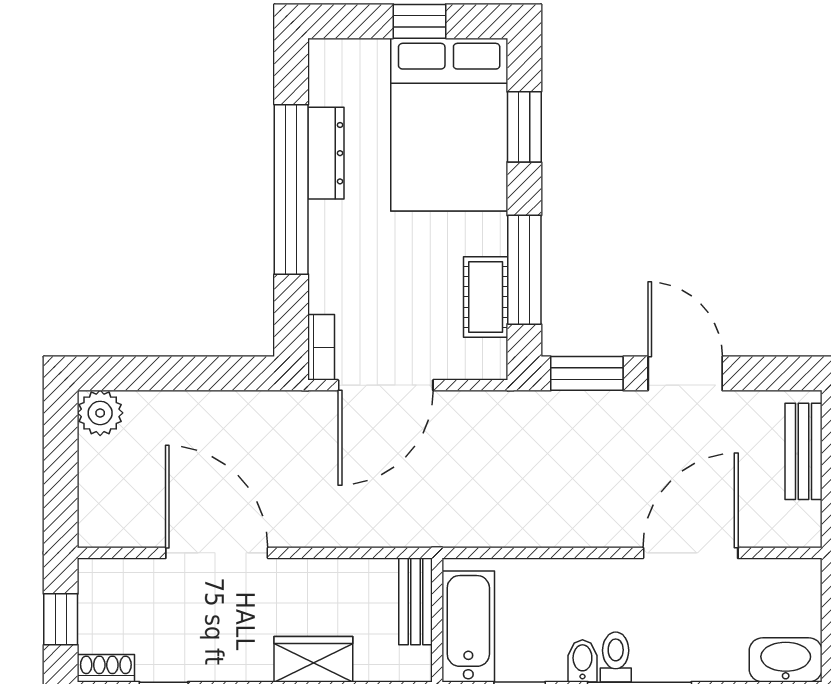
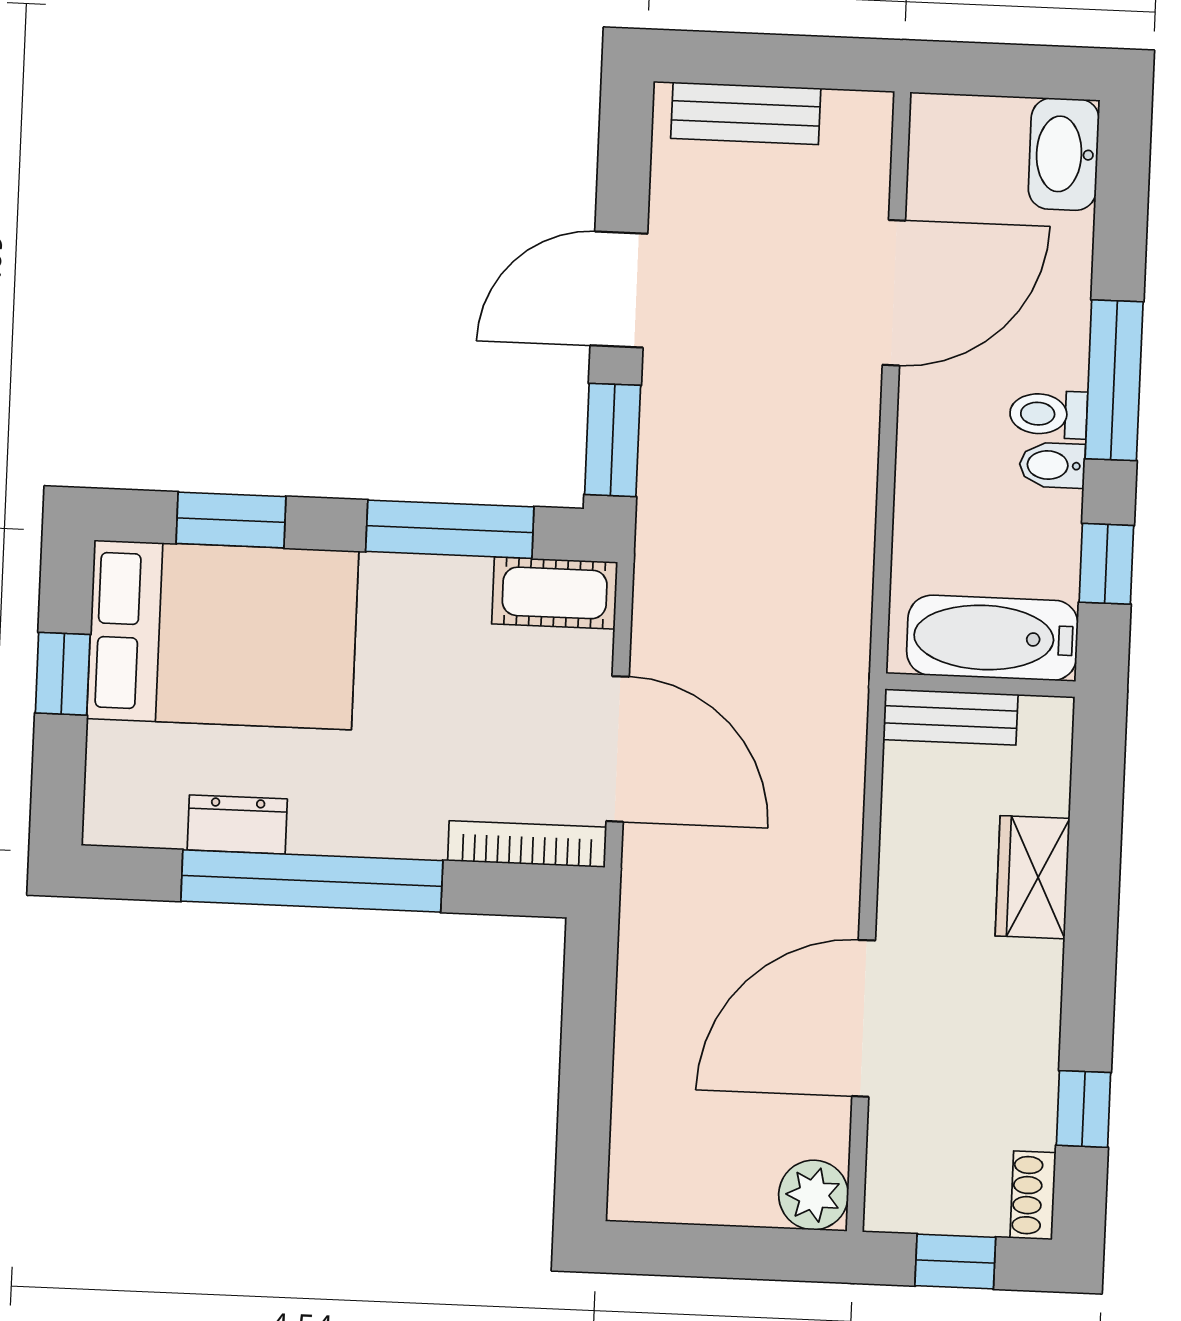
dresser: (326, 153) -> (237, 824), width x0.70
cot: (486, 297) -> (555, 593), moved
bookcase: (321, 347) -> (527, 844), width x1.56
plant: (100, 413) -> (814, 1195), moved
door: (691, 553) -> (894, 293), swing flipped

